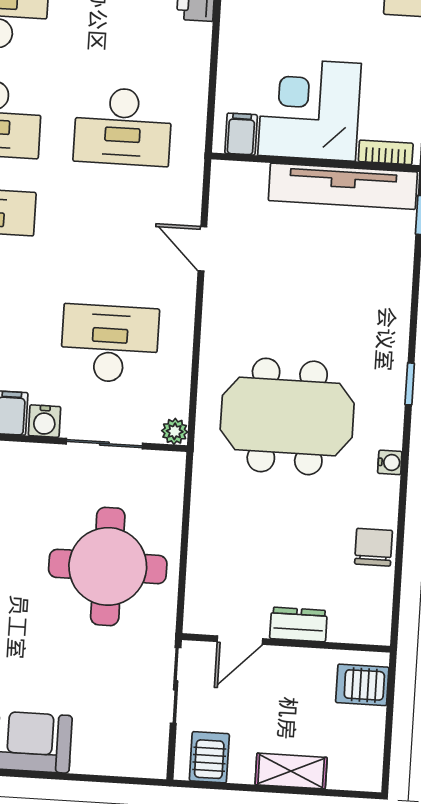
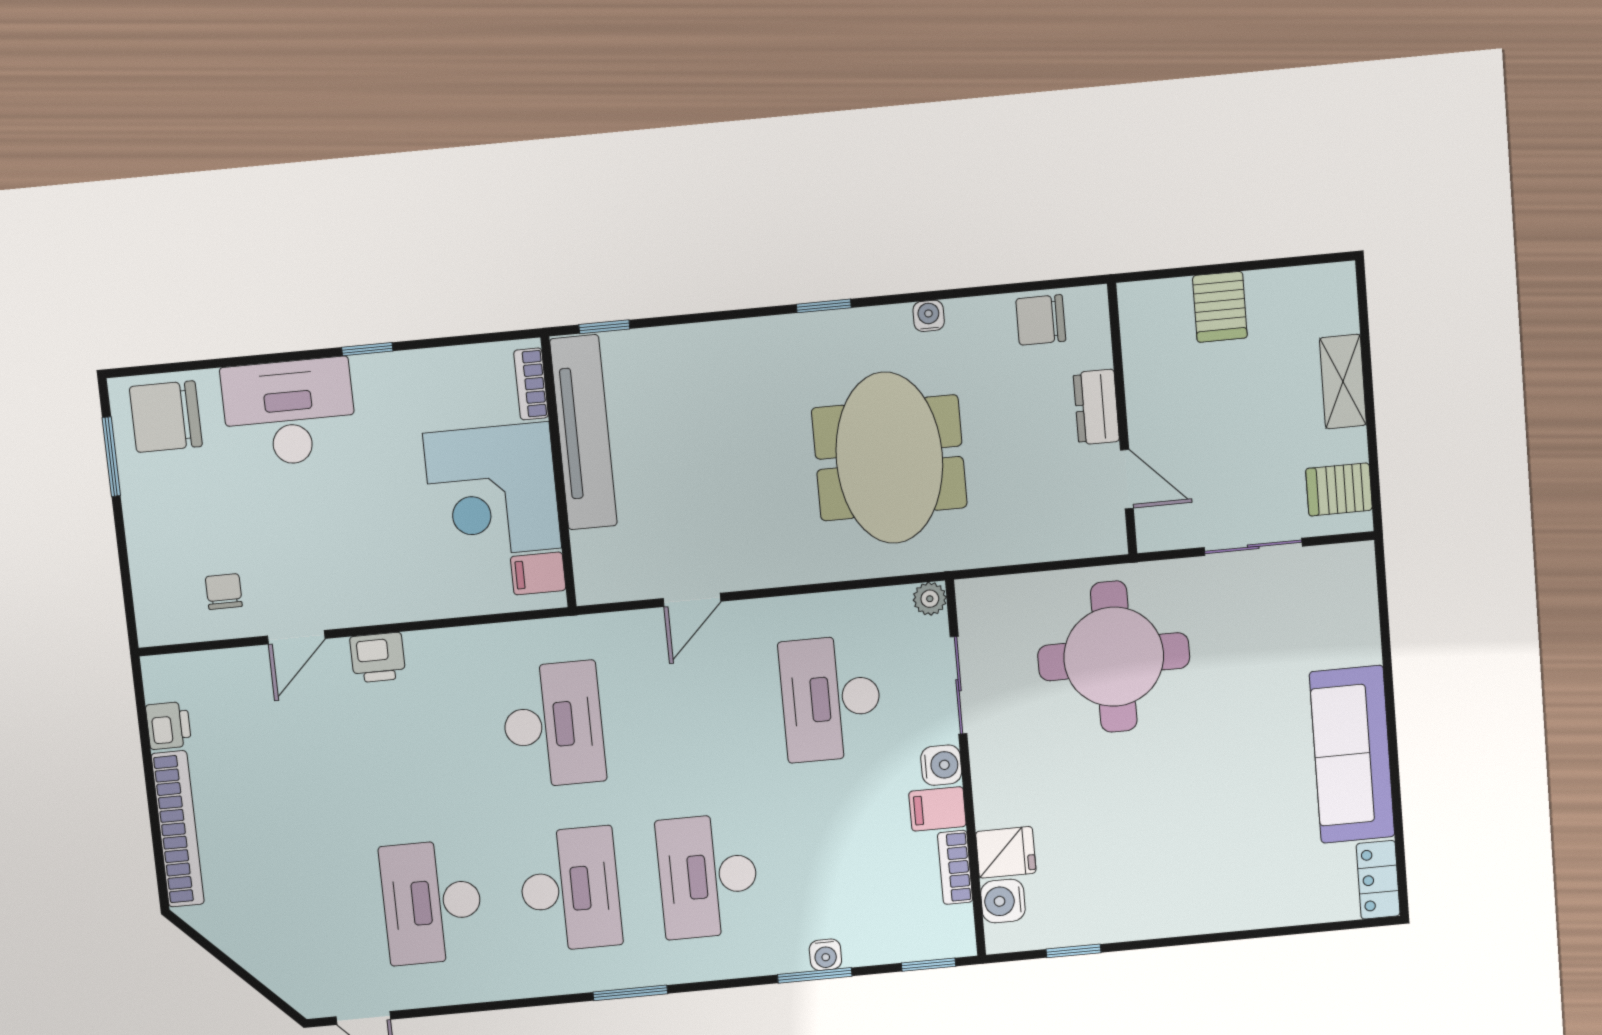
dresser: (298, 624) -> (1096, 407), moved
door: (240, 640) -> (1127, 479), moved
wall: (286, 643) -> (1122, 419), moved

